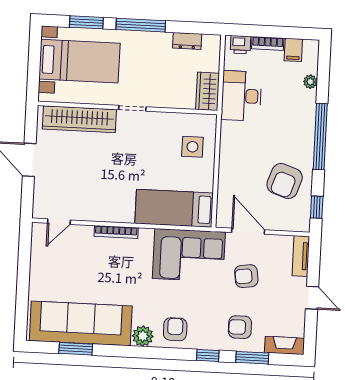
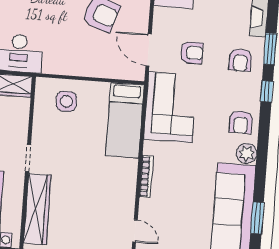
door: (248, 231) -> (149, 50), hinge flipped
armchair: (246, 276) -> (192, 53), turned -82
armchair: (175, 329) -> (241, 122), turned -90

